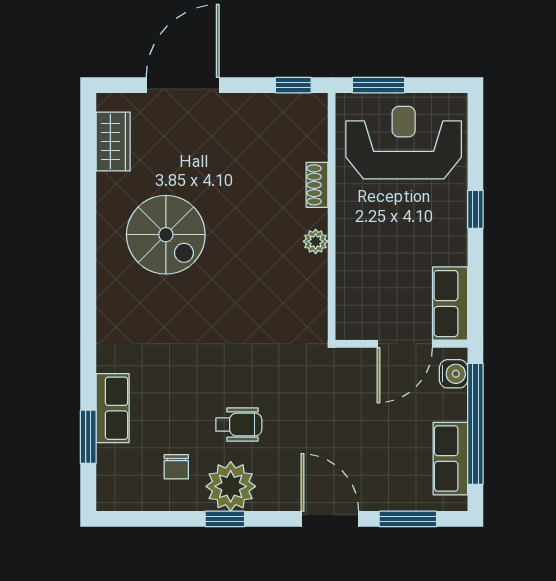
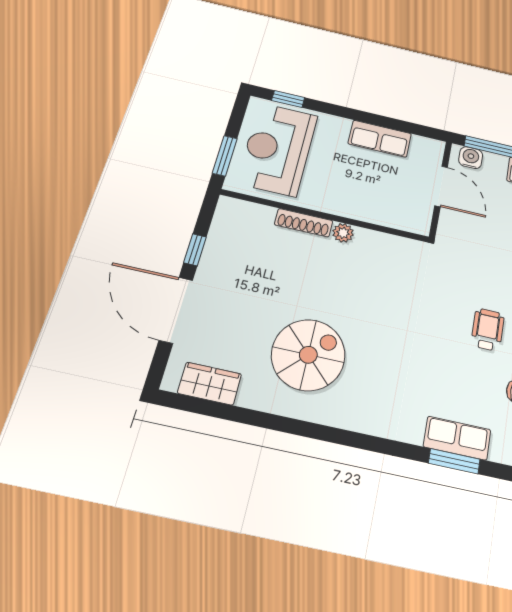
window: (293, 85) -> (195, 250), moved
shoe rack: (317, 185) -> (304, 223), width x1.43
window: (475, 209) -> (288, 99), moved
row of seats: (450, 304) -> (380, 139), moved
window: (88, 437) -> (454, 461), moved

